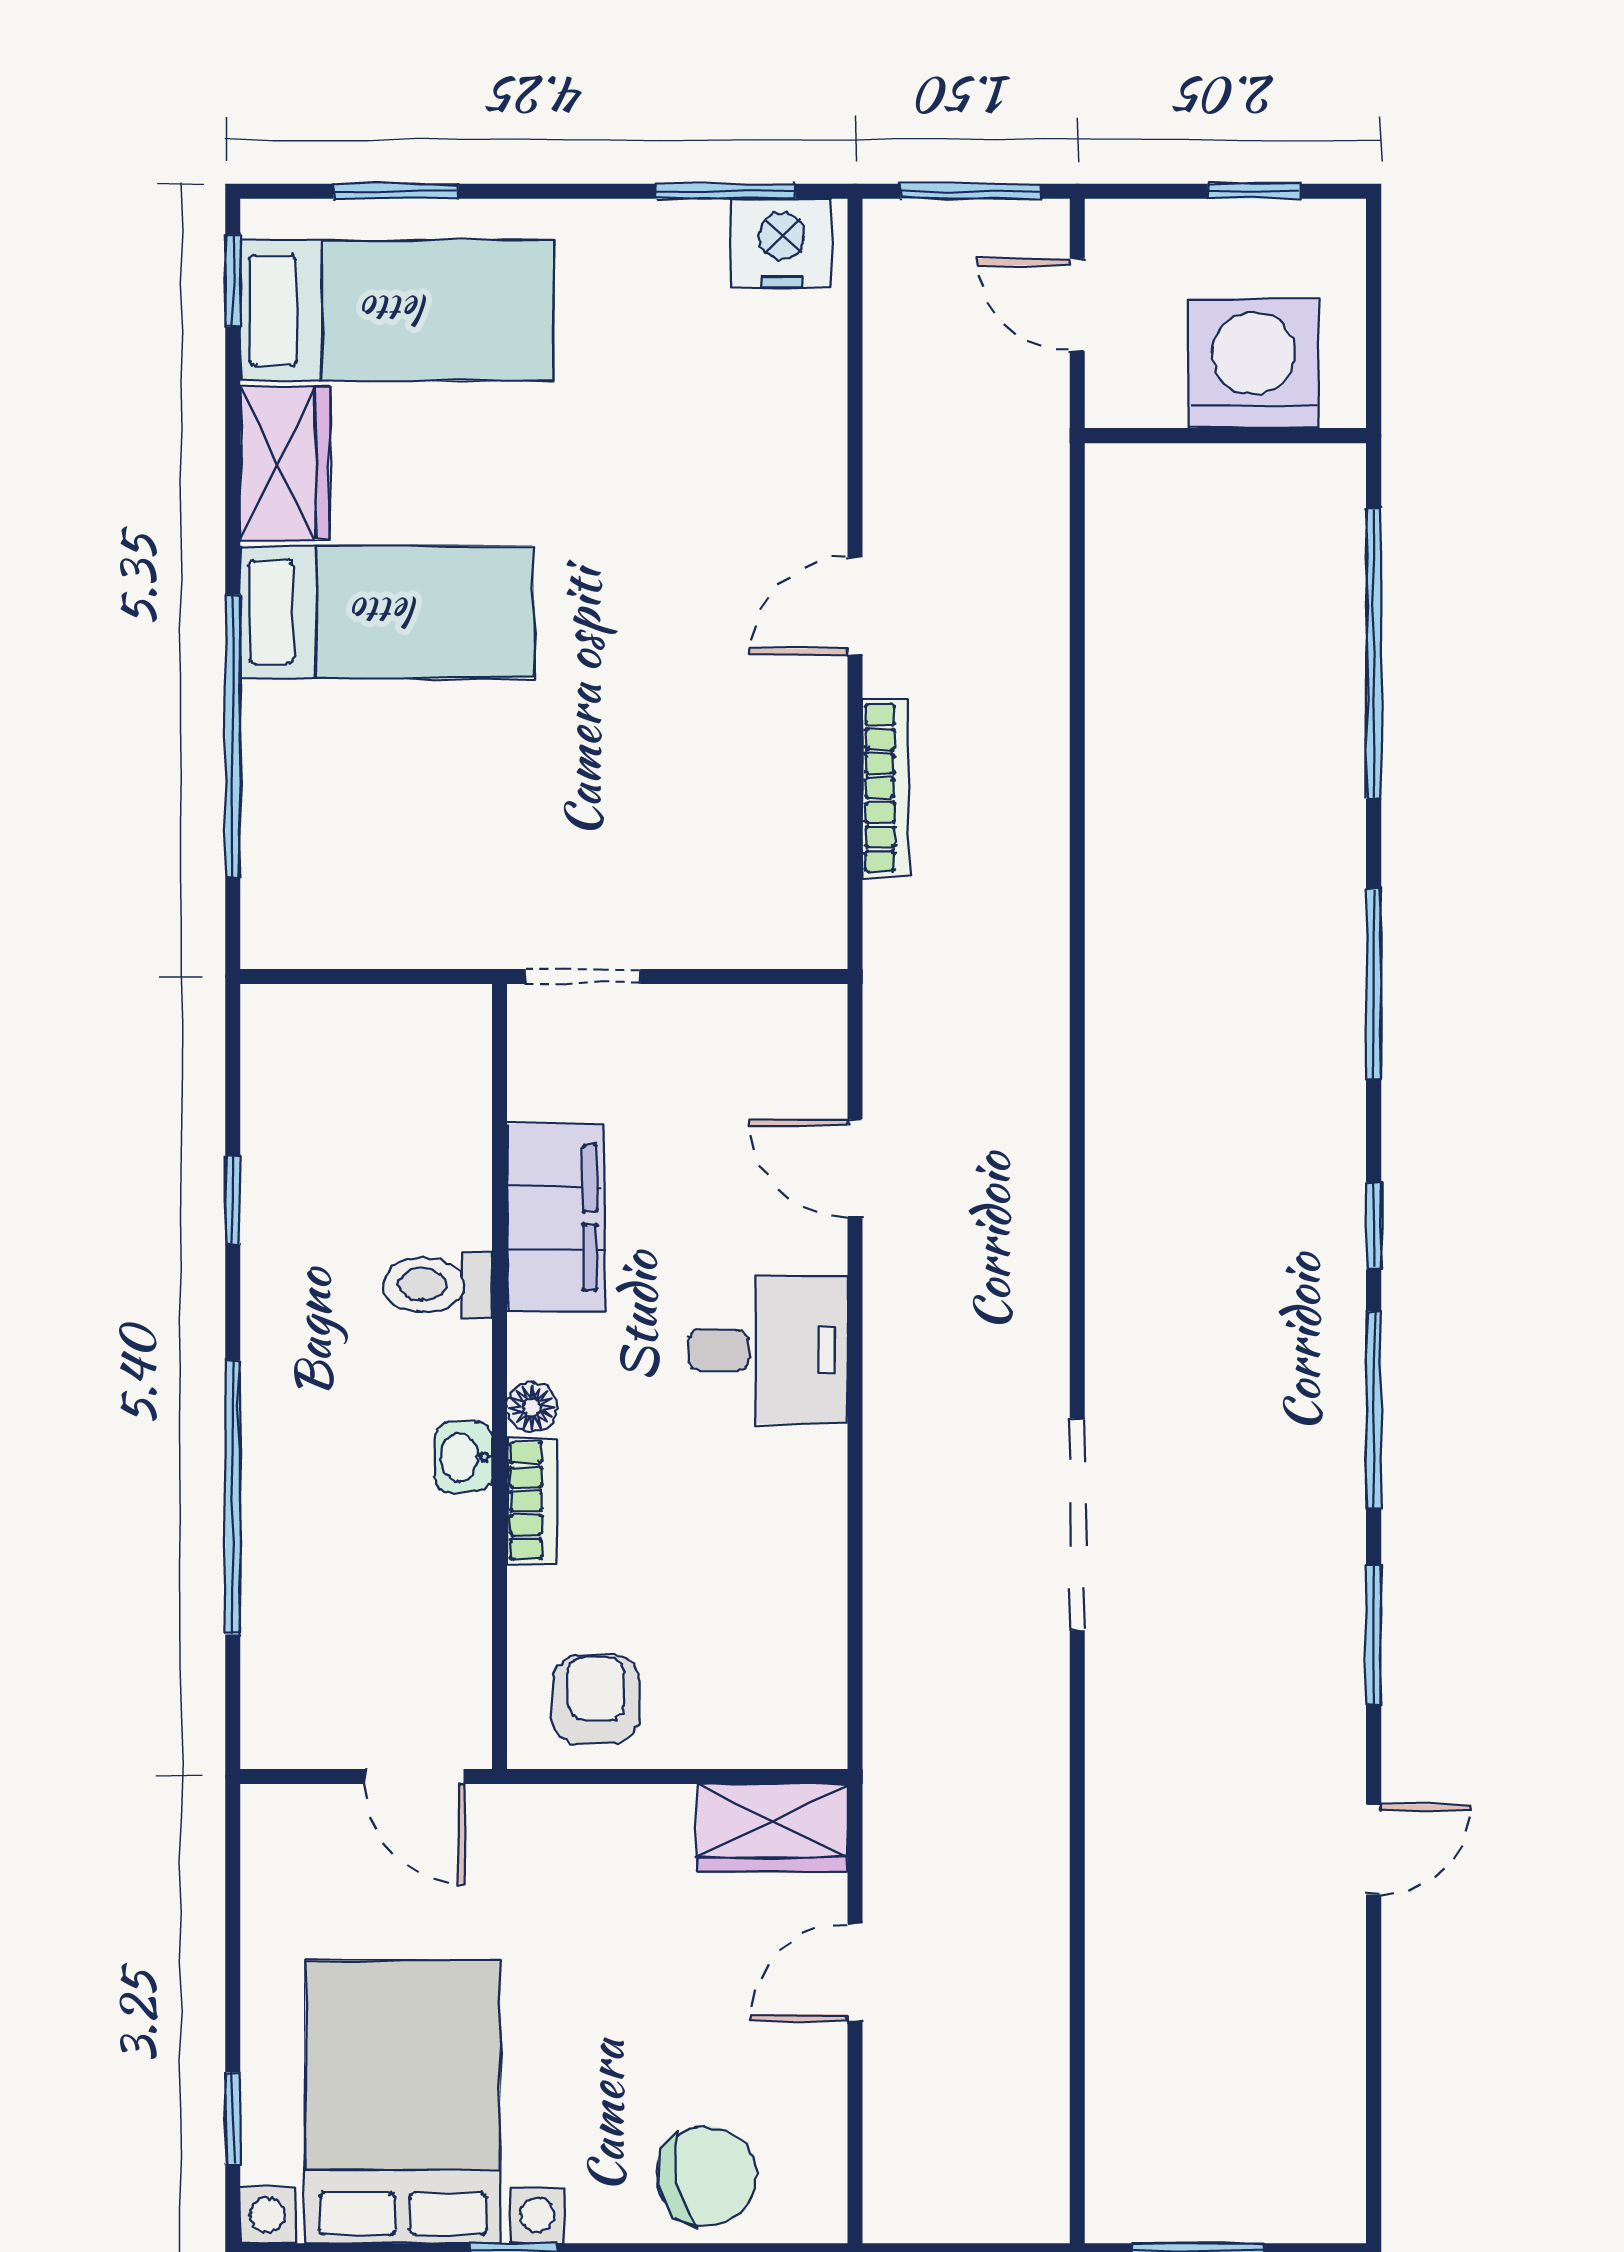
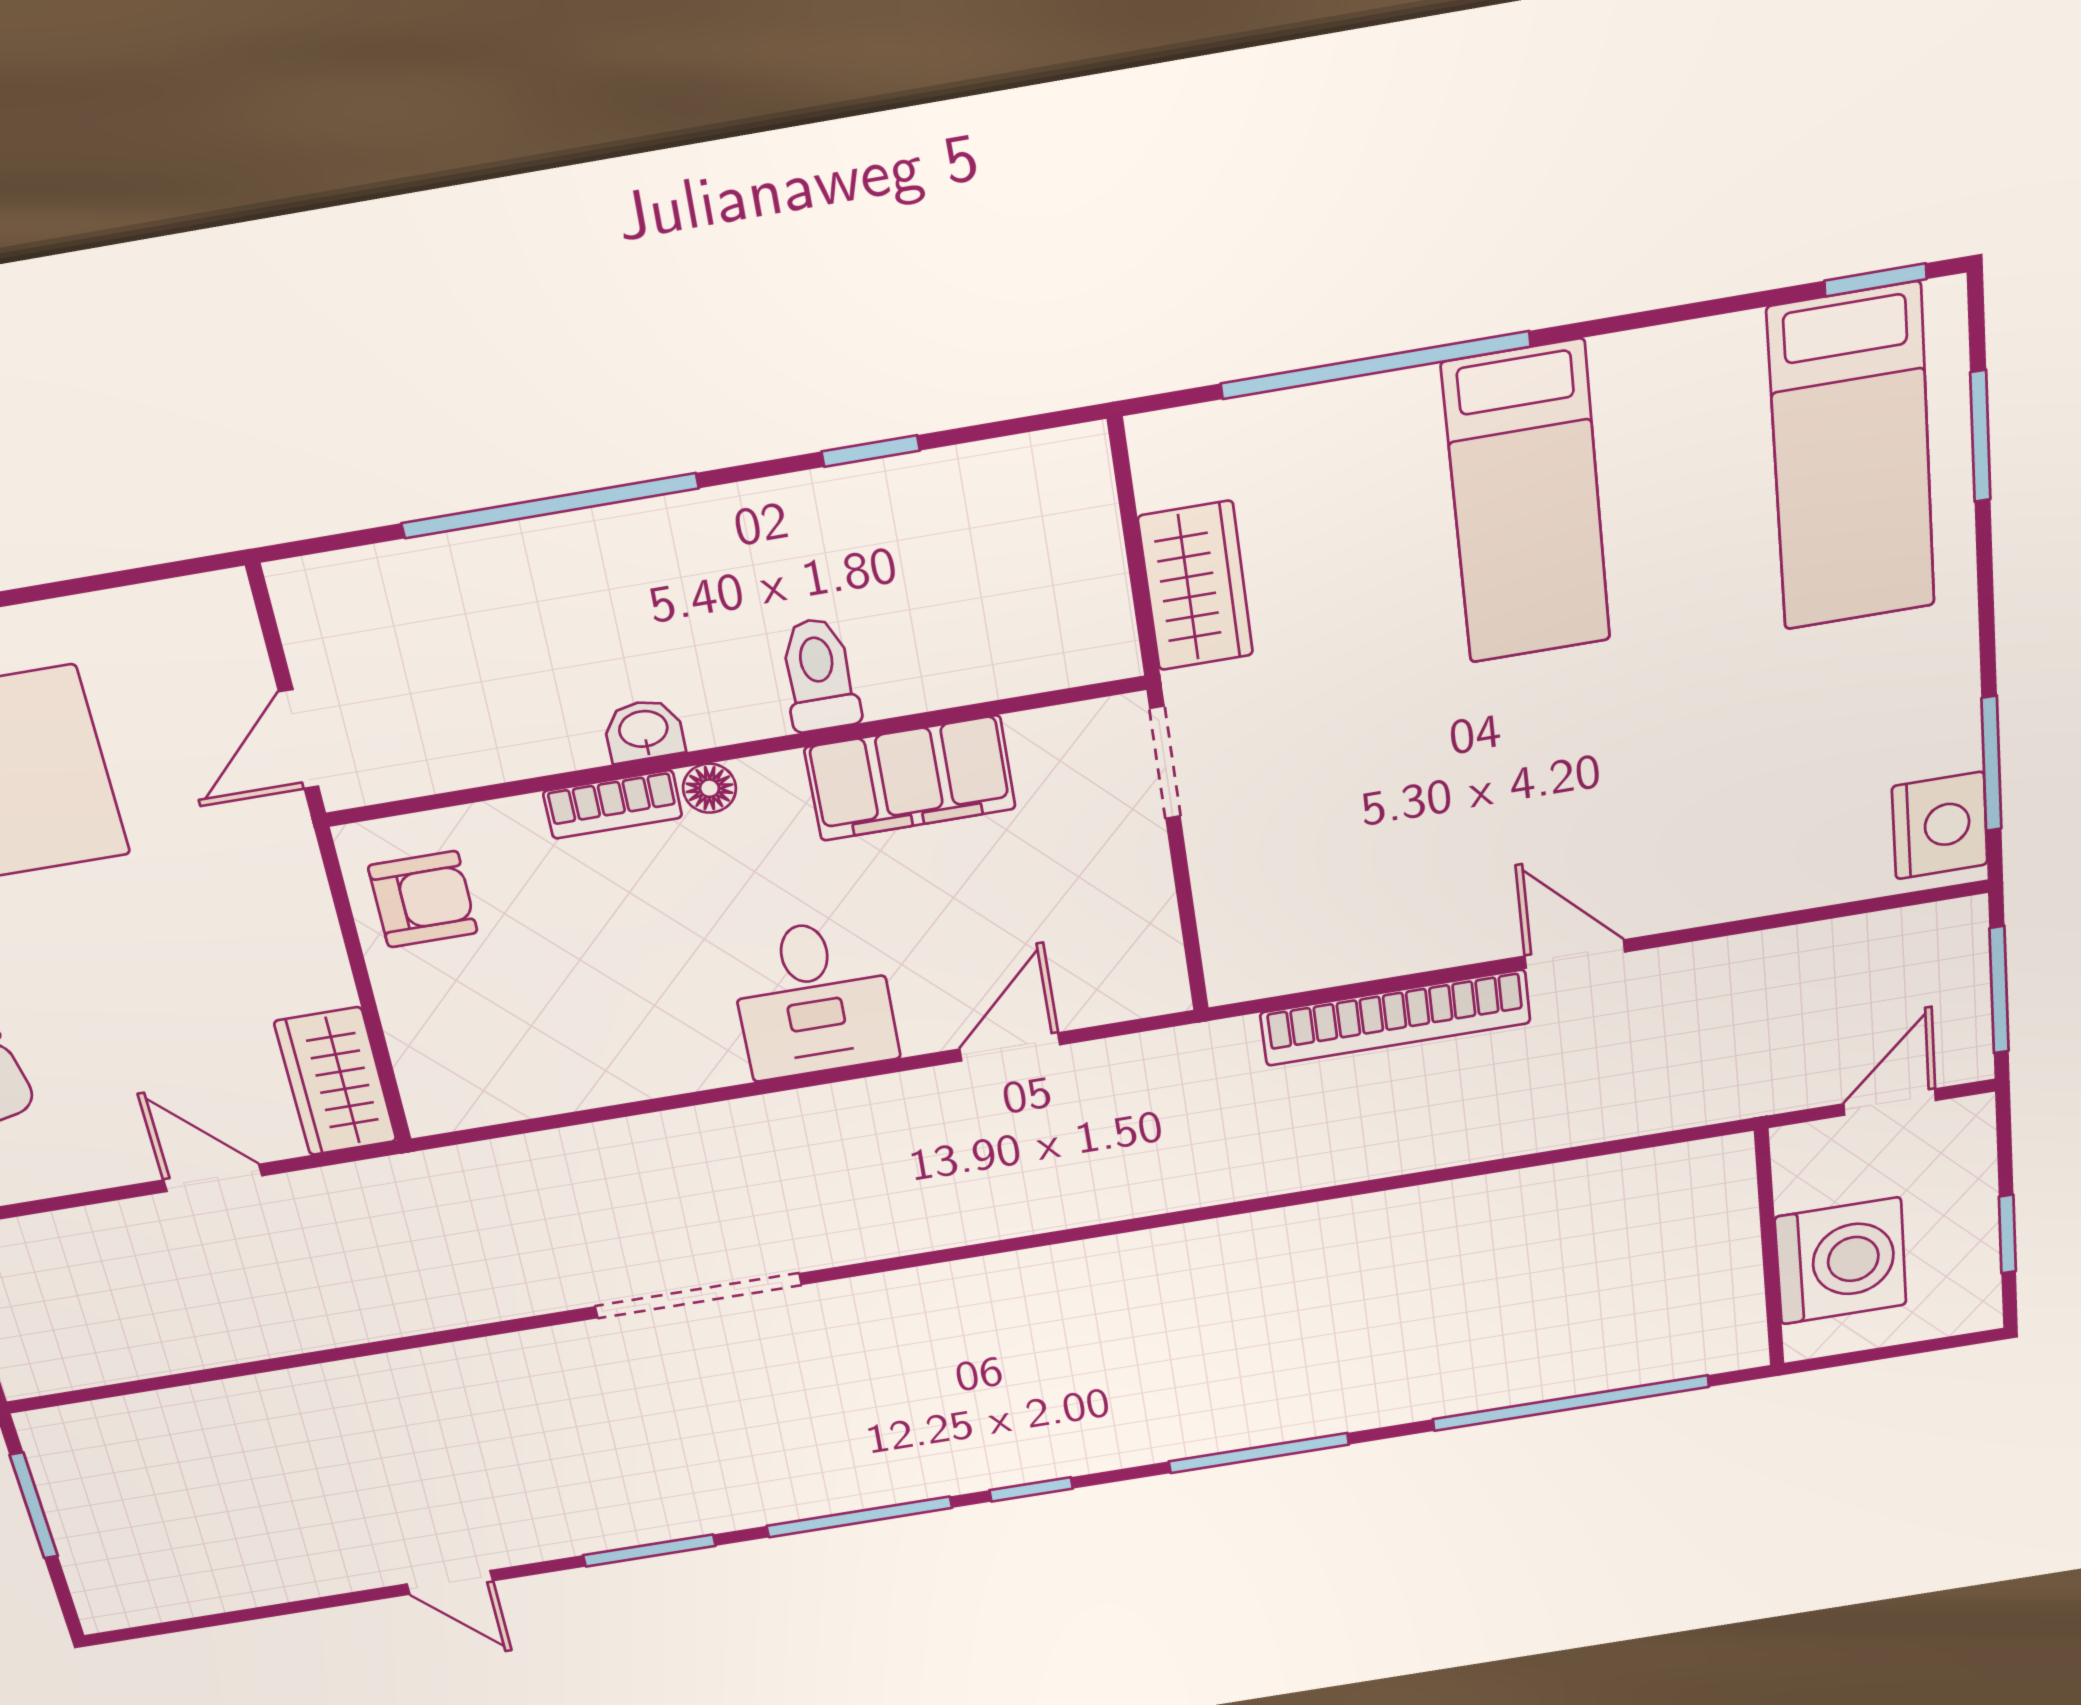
wardrobe: (285, 463) -> (1196, 586), moved, turned -90
bookcase: (885, 788) -> (1395, 1018), width x1.48, depth x1.31

